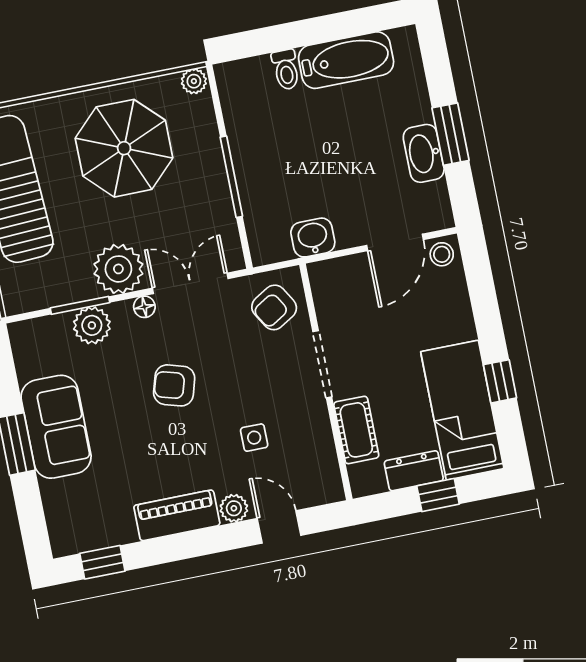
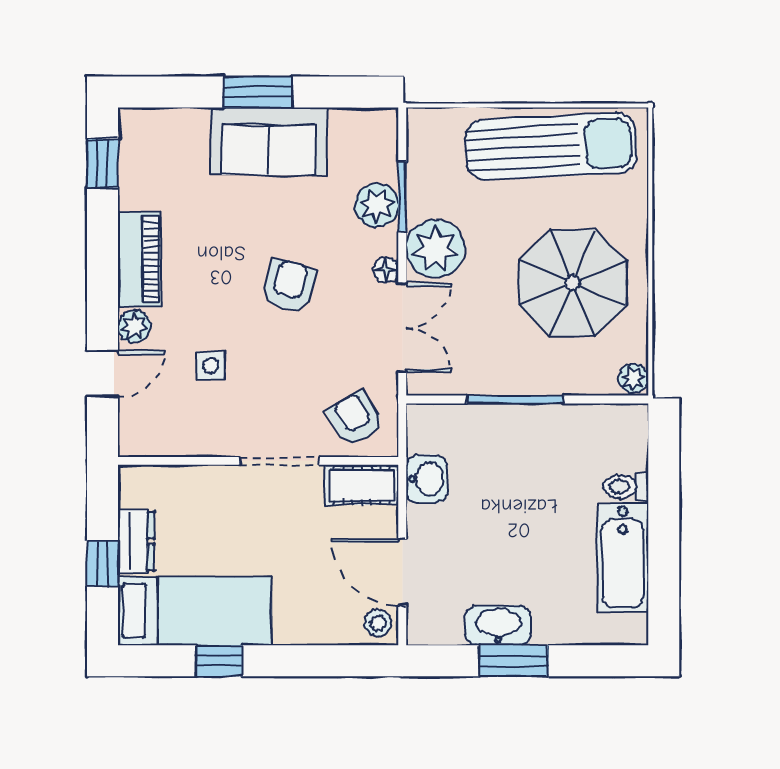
cot: (356, 430) -> (362, 485), moved

